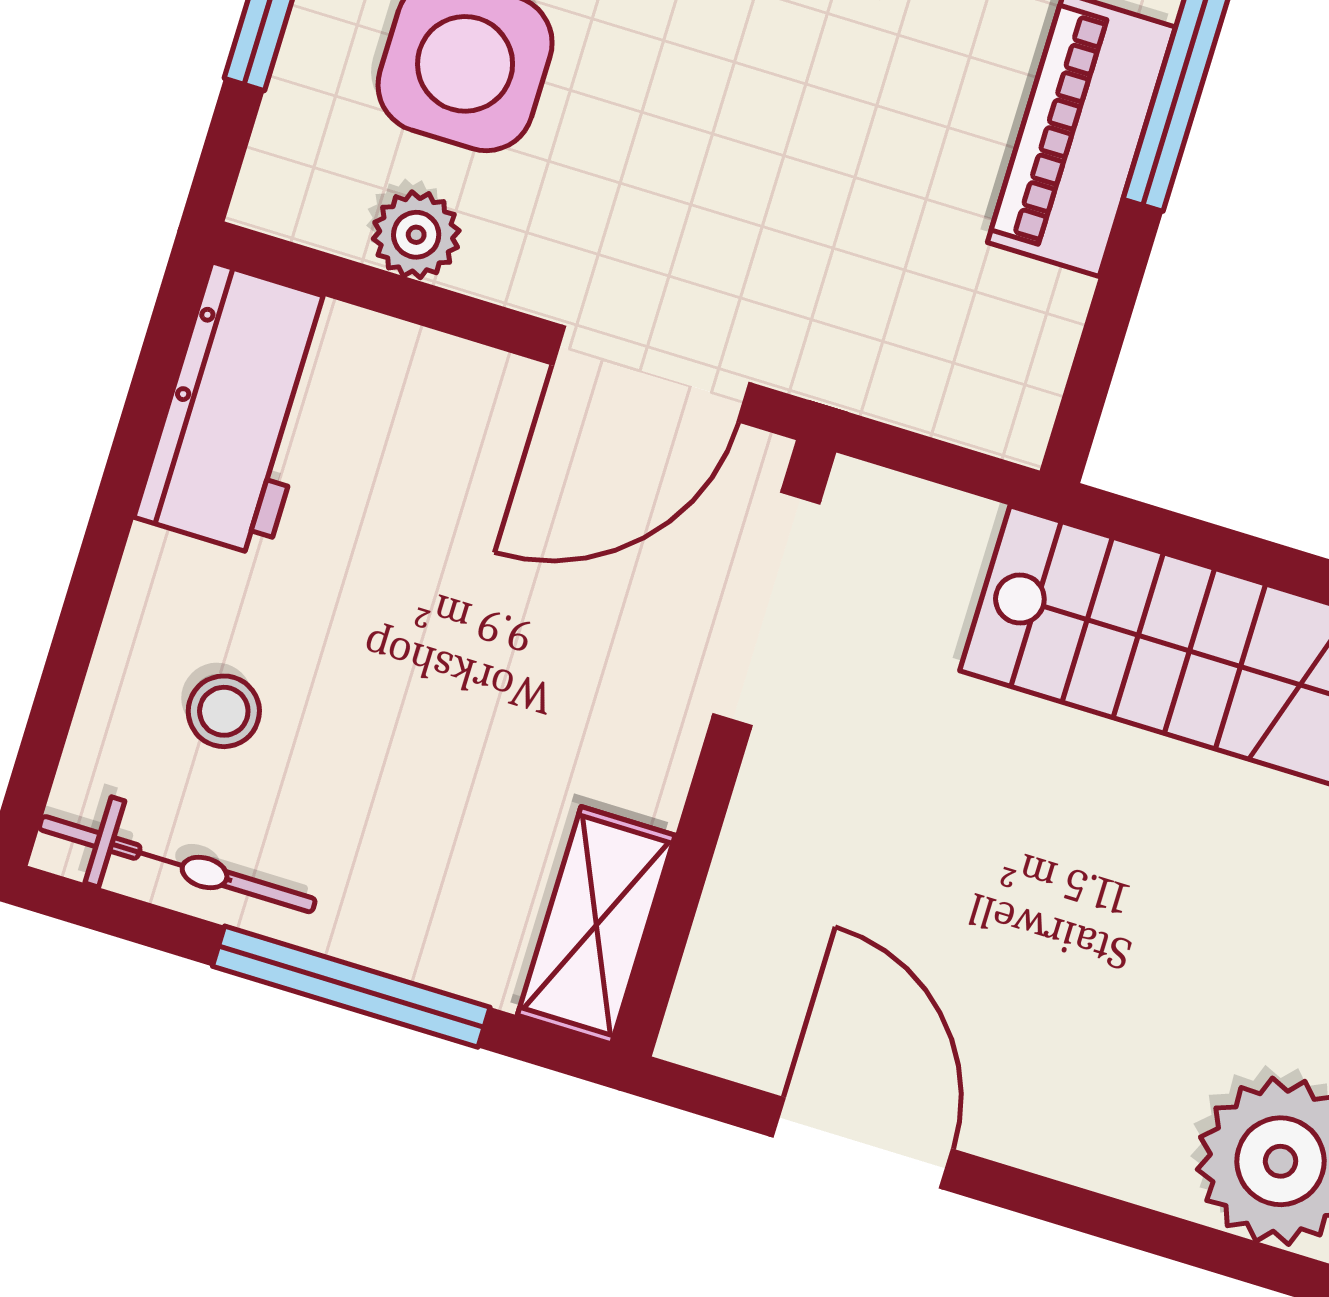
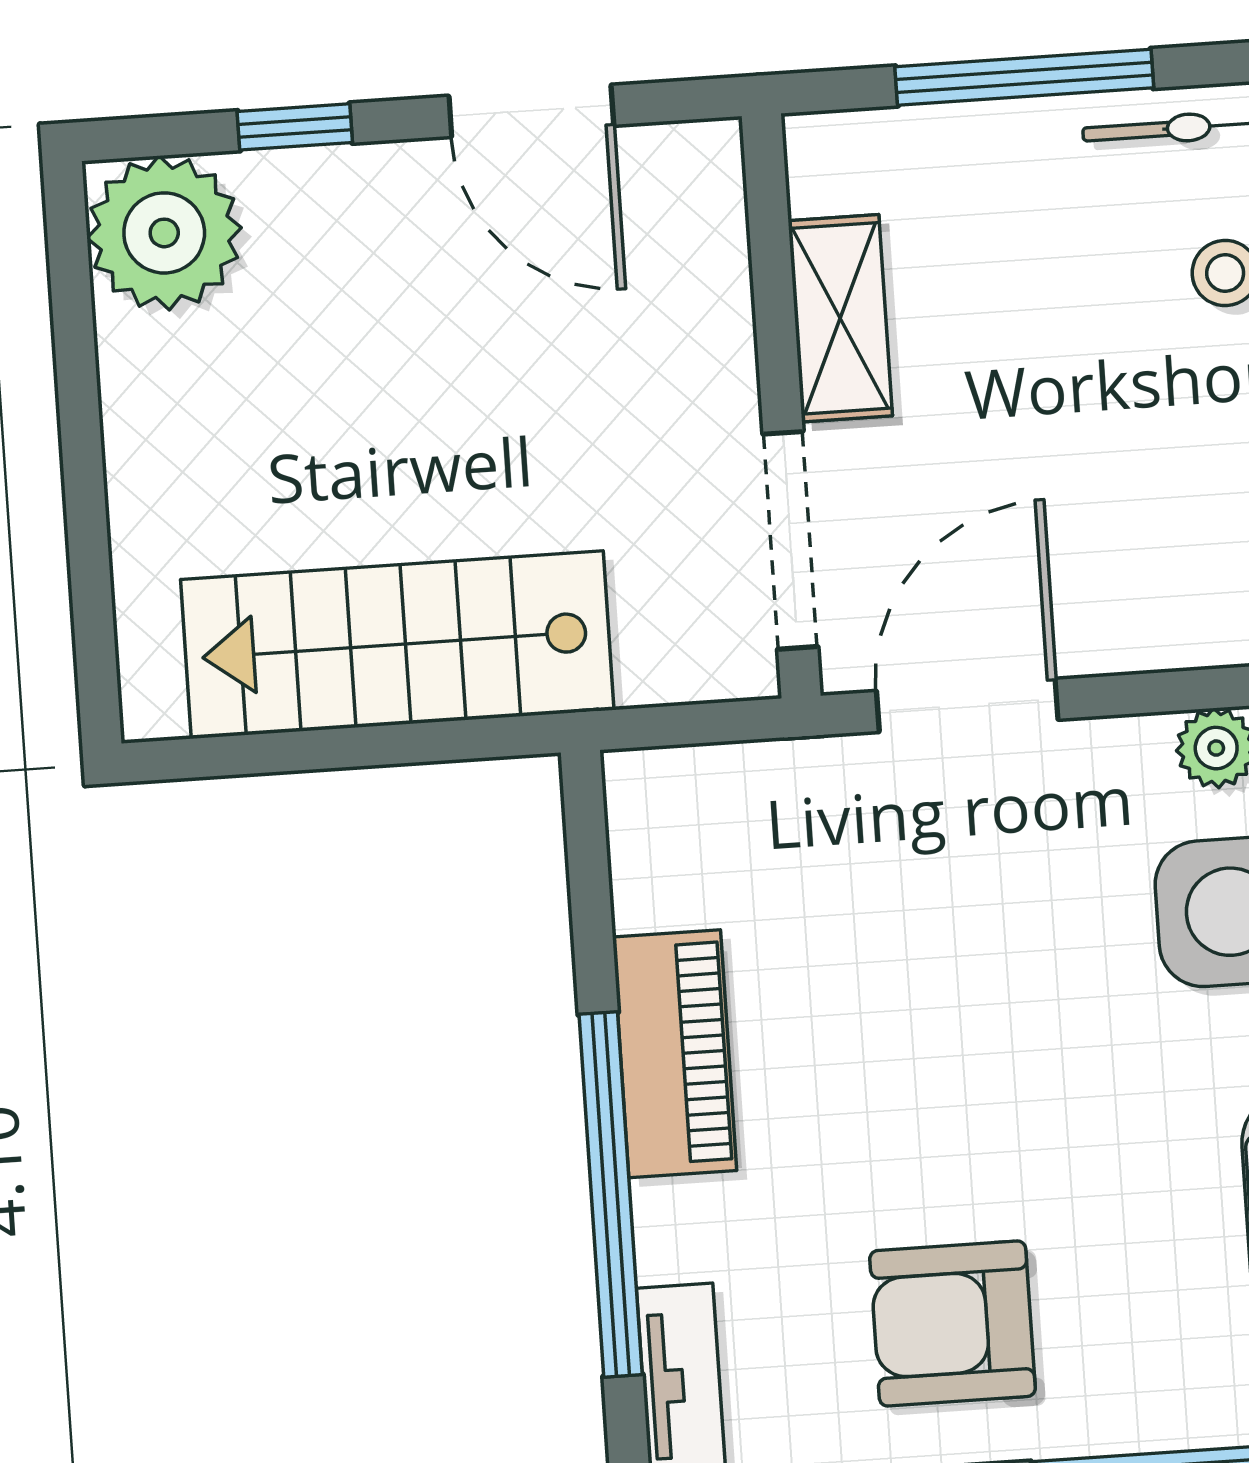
shelving: (596, 925) -> (840, 318), moved
window: (1108, 1218) -> (295, 127), added

